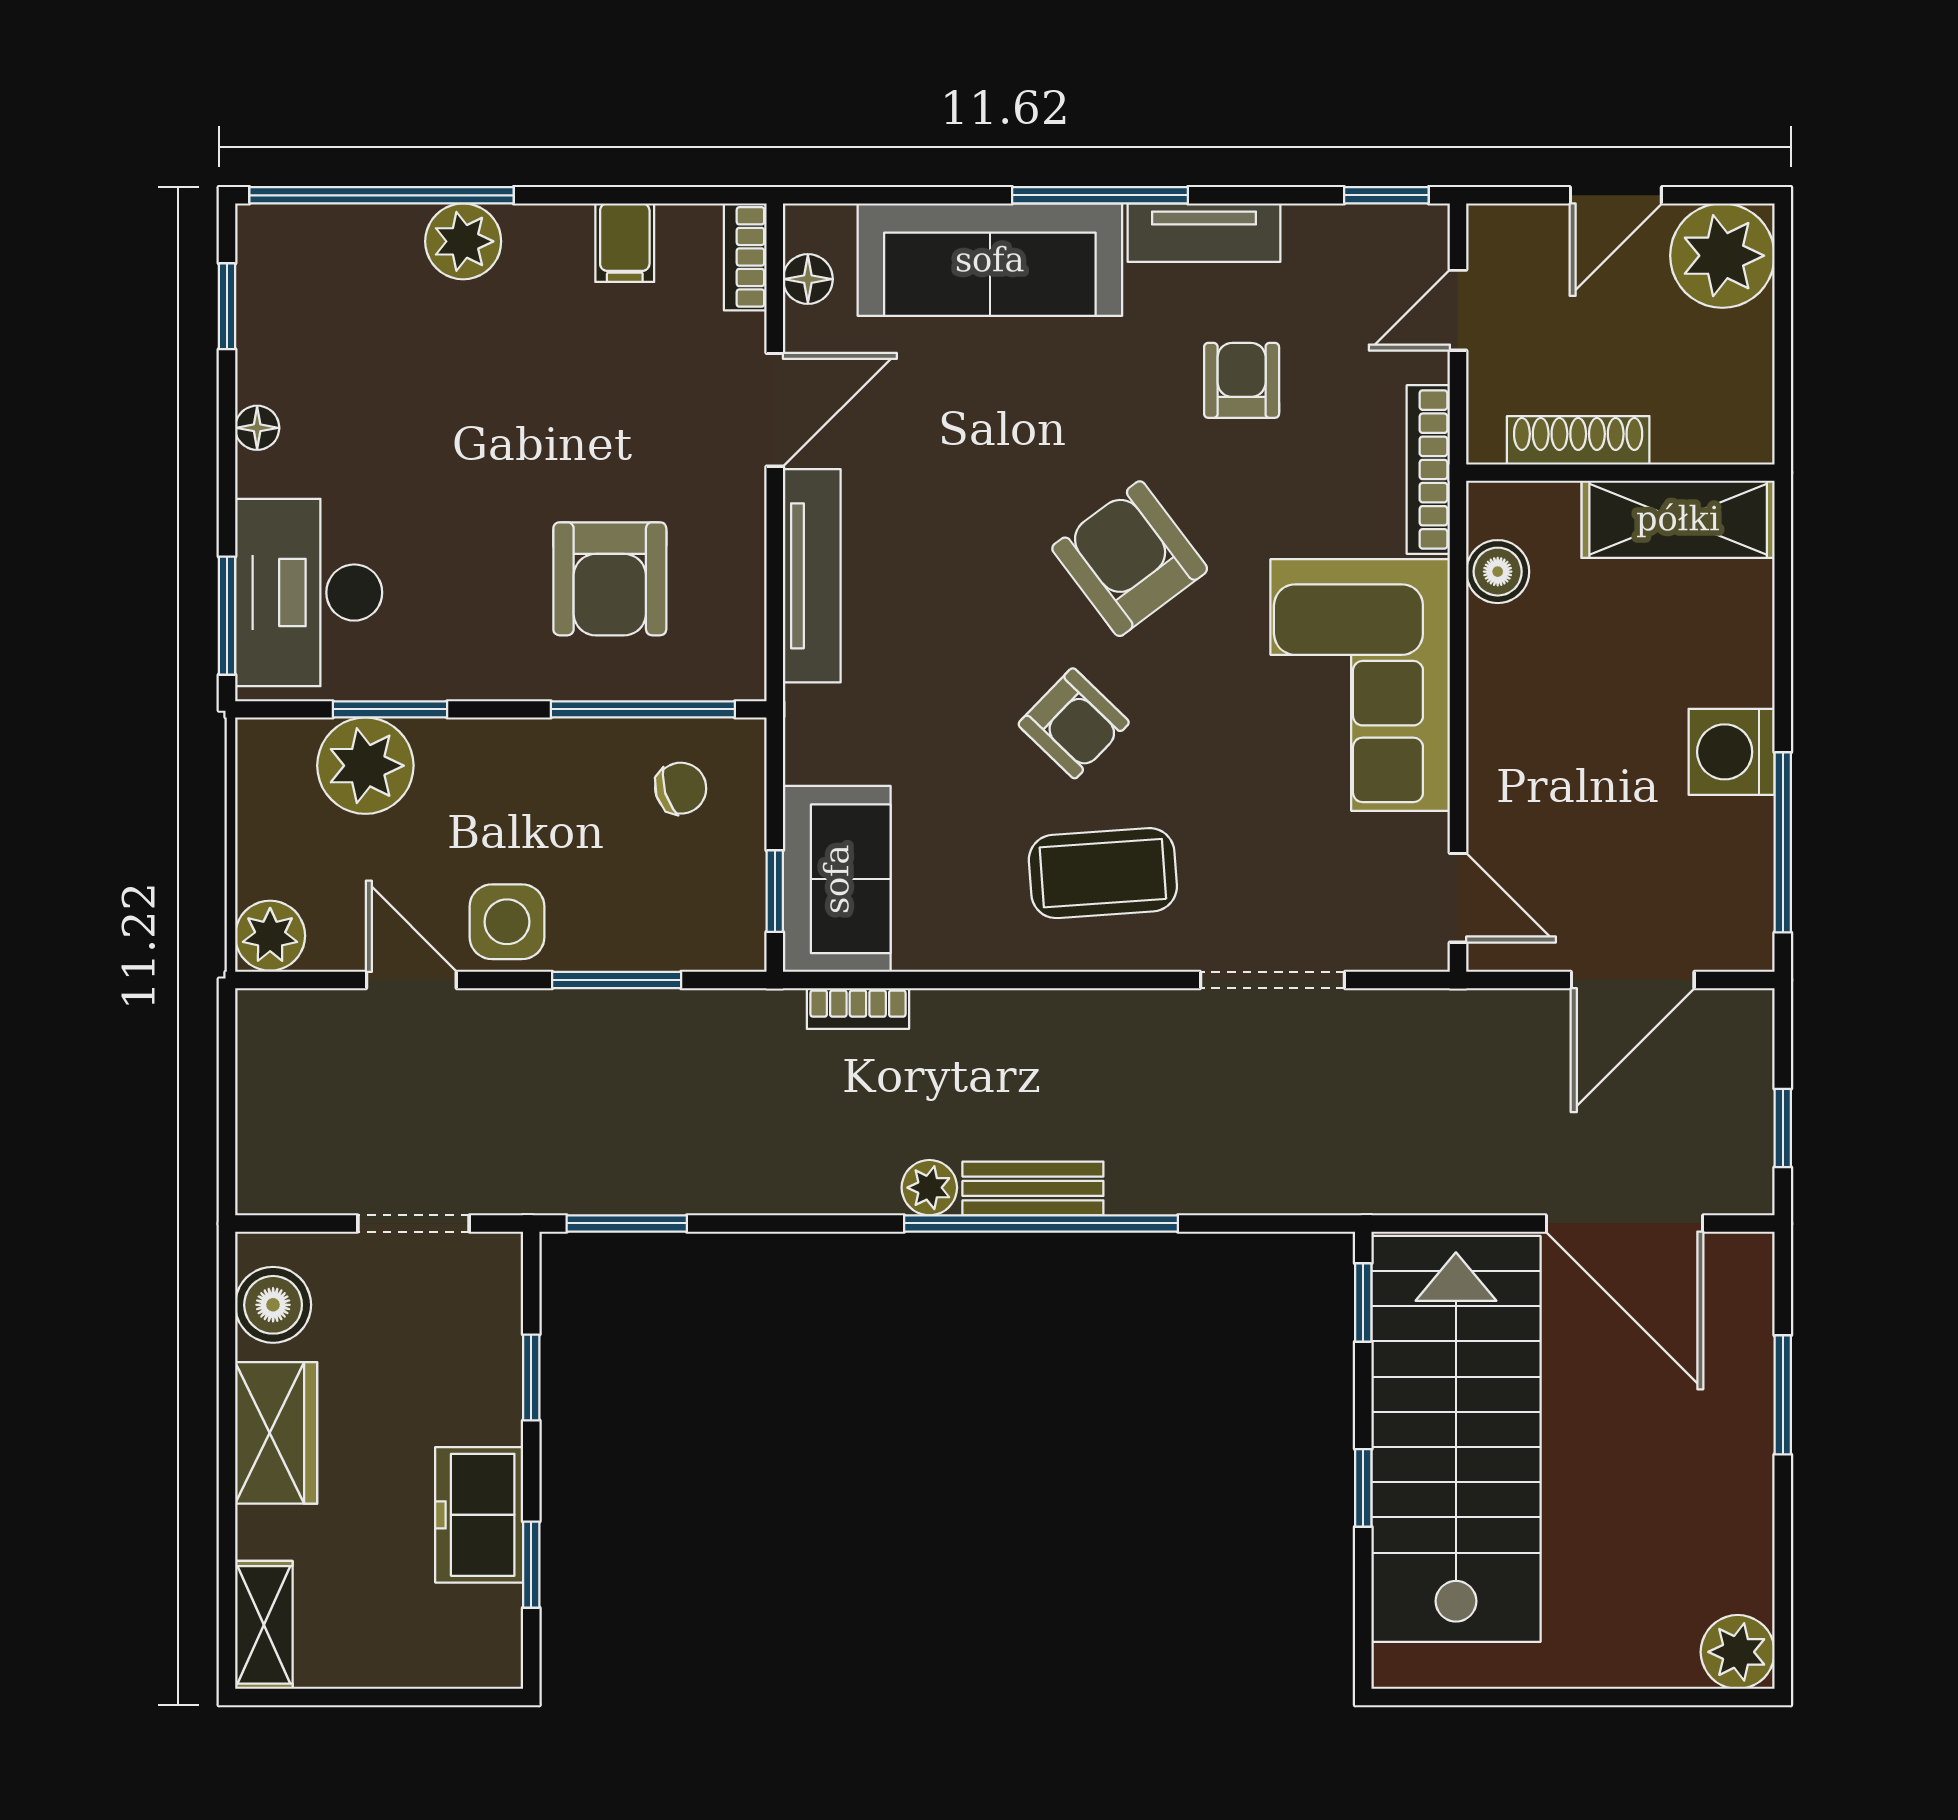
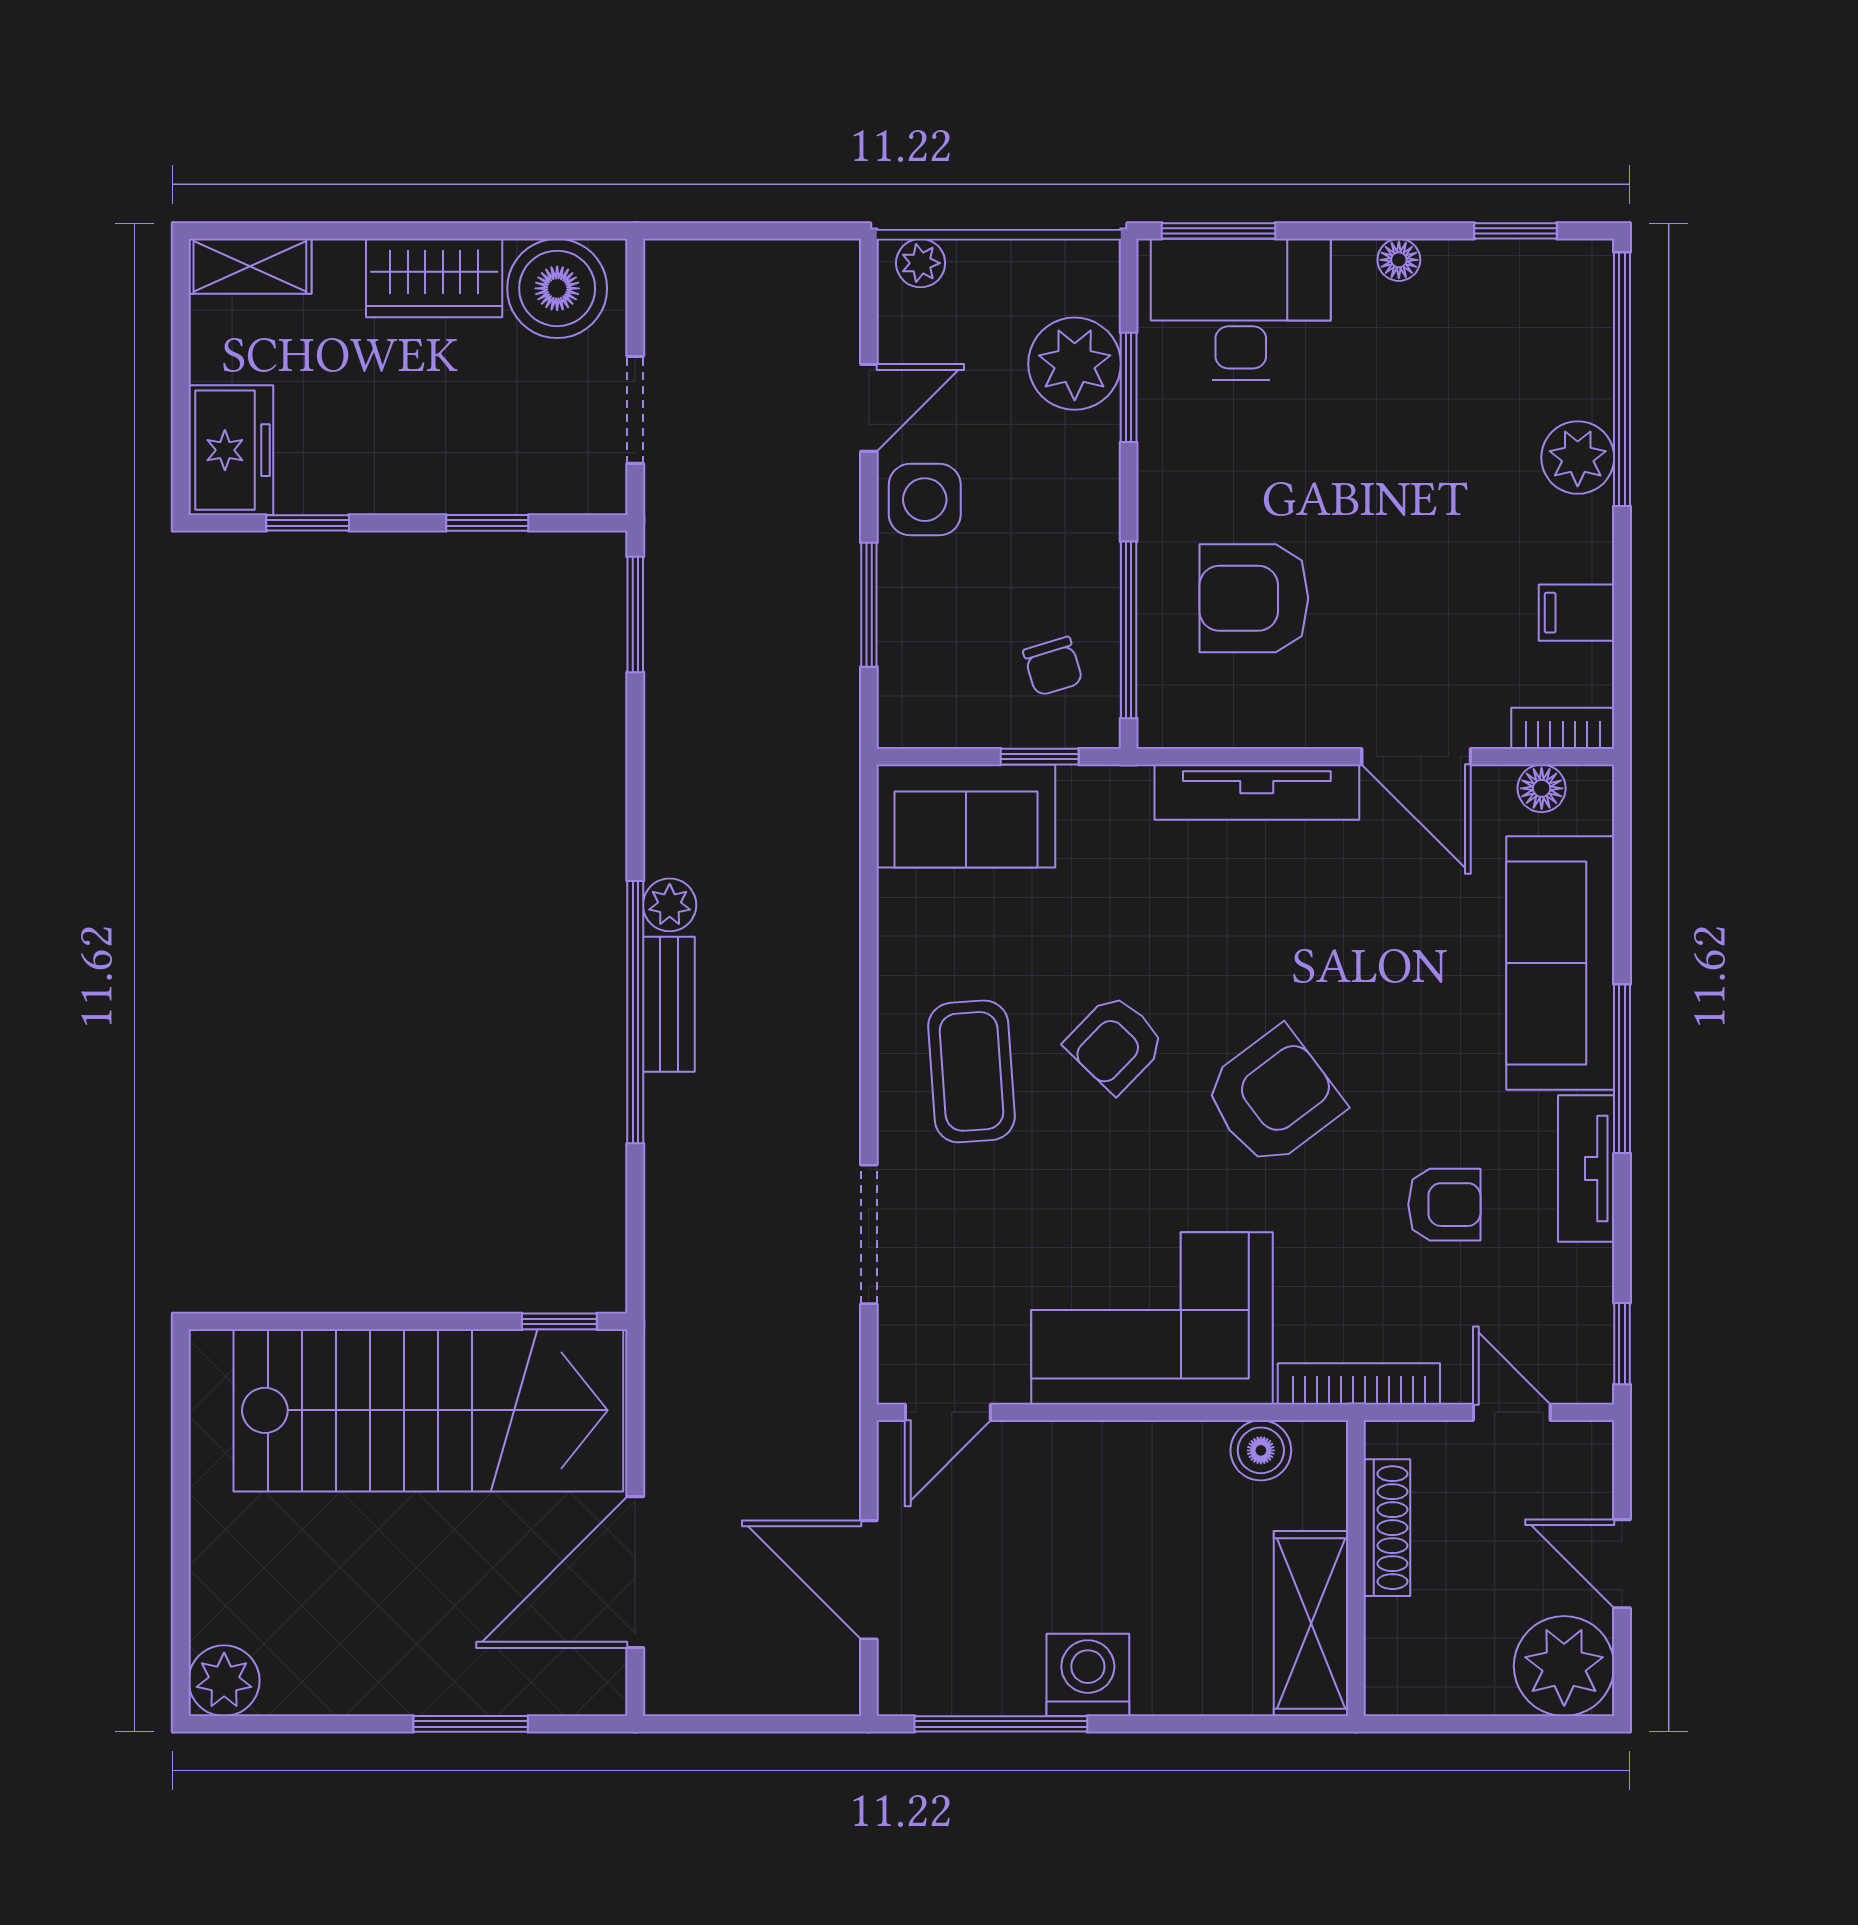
window: (775, 891) -> (1040, 757), moved
plant: (270, 936) -> (921, 263), width x0.73, depth x0.73
bookcase: (858, 1009) -> (842, 836), removed
window: (1783, 1128) -> (727, 1724), removed
boiler: (273, 1305) -> (557, 288), width x1.37, depth x1.37
window: (1363, 1488) -> (381, 1321), removed
freezer: (479, 1515) -> (231, 450), moved, turned 90

